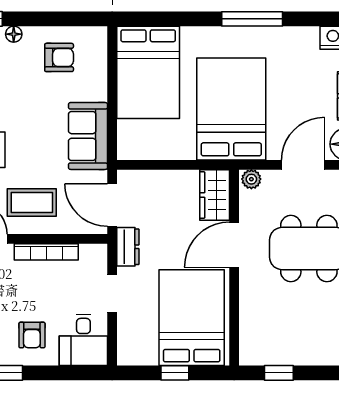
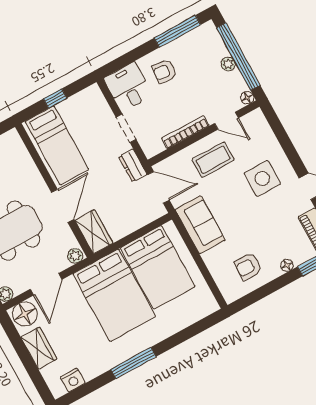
bed: (148, 72) -> (158, 267), moved, turned 180
bed: (192, 318) -> (57, 145), width x0.67
armchair: (32, 335) -> (164, 71), turned -84

